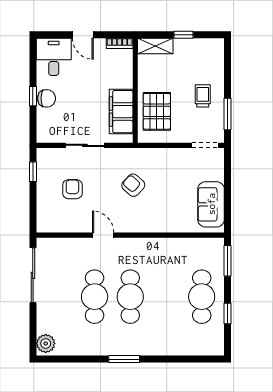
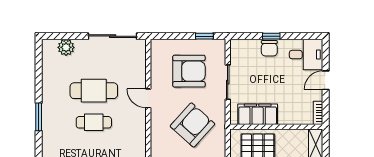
armchair: (133, 185) -> (192, 125), width x1.88, depth x1.88
armchair: (72, 189) -> (189, 71), width x1.88, depth x1.88
door: (103, 235) -> (148, 98), swing flipped
cafe table: (130, 297) -> (94, 122), width x0.73, depth x0.74
plant: (46, 343) -> (66, 47), moved

